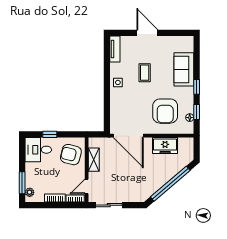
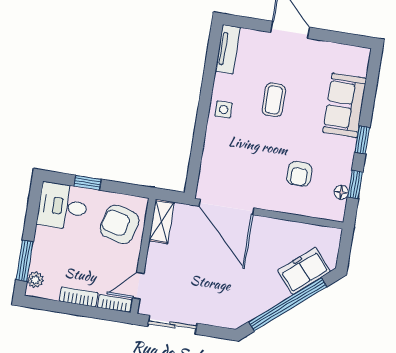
armchair: (165, 111) -> (299, 174), width x0.53, depth x0.53
freezer: (165, 146) -> (304, 271), moved, turned 139
shelving: (94, 160) -> (162, 221), moved

